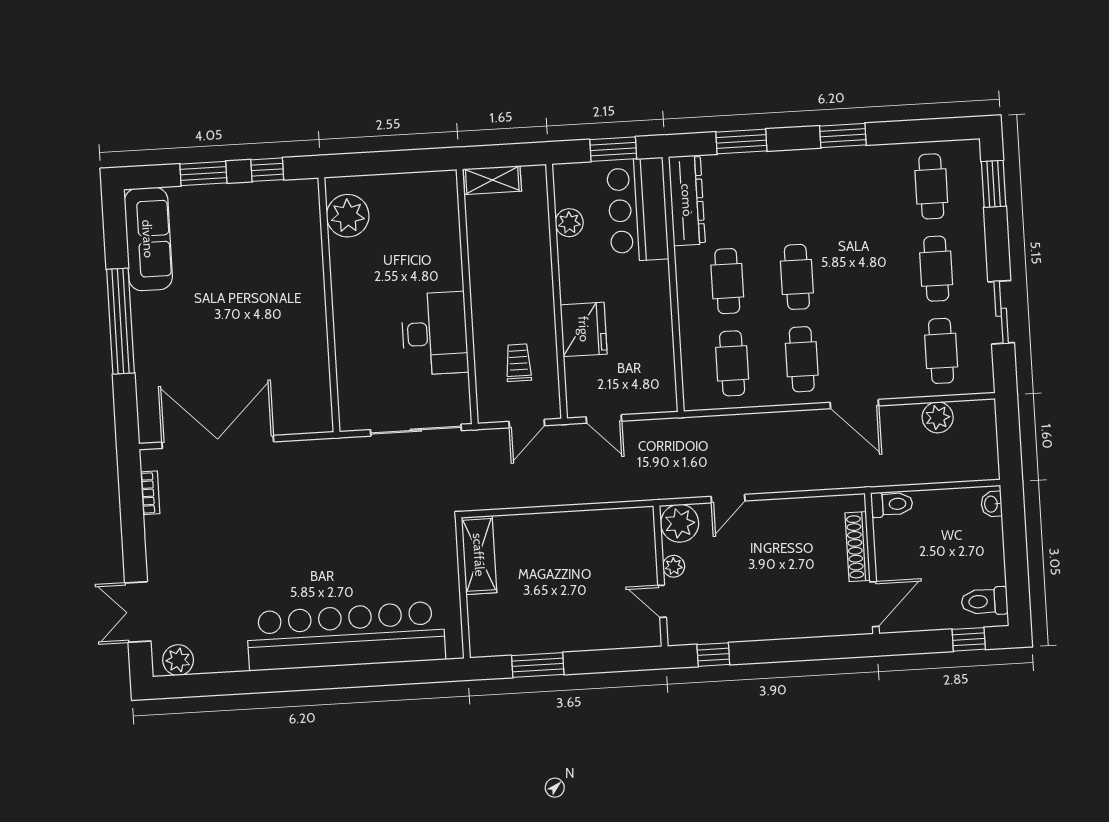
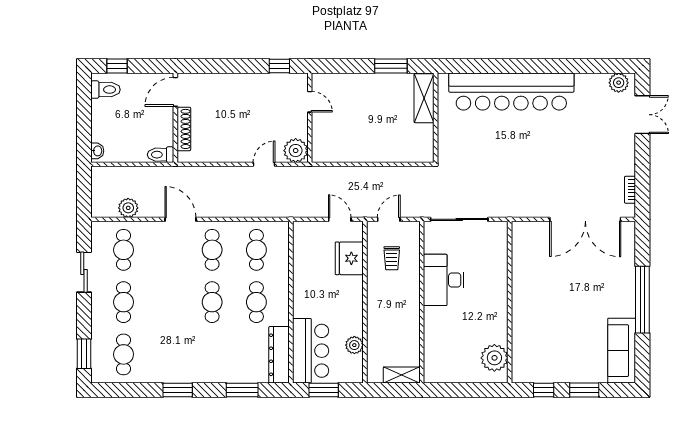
fridge: (584, 329) -> (349, 258), moved
shelving: (479, 555) -> (424, 98), moved
plant: (674, 566) -> (301, 123), removed

